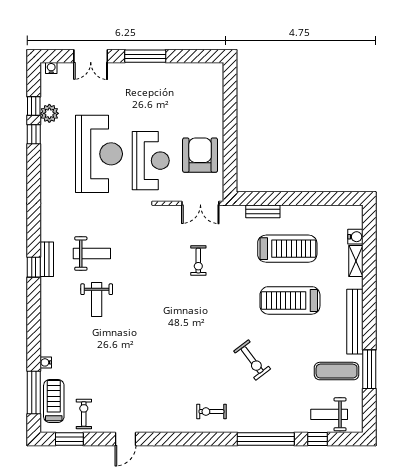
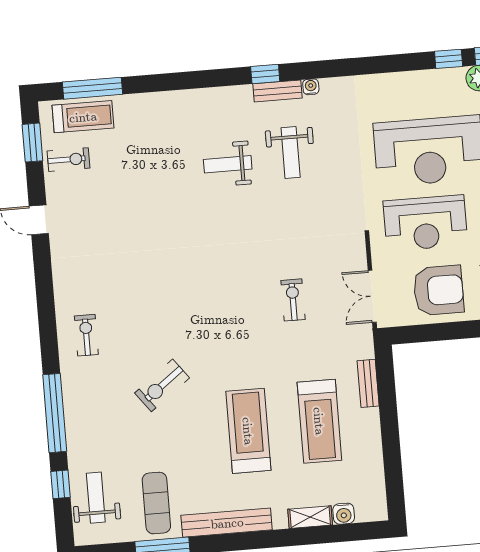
exercise bike: (198, 261) -> (293, 300), turned 90
water cooler: (46, 362) -> (311, 87), moved

